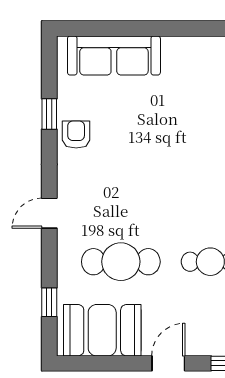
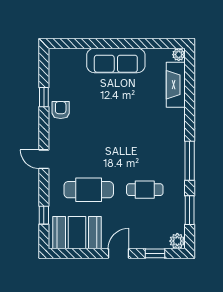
sofa: (114, 55) -> (116, 60), moved
door: (49, 213) -> (44, 159), hinge flipped

